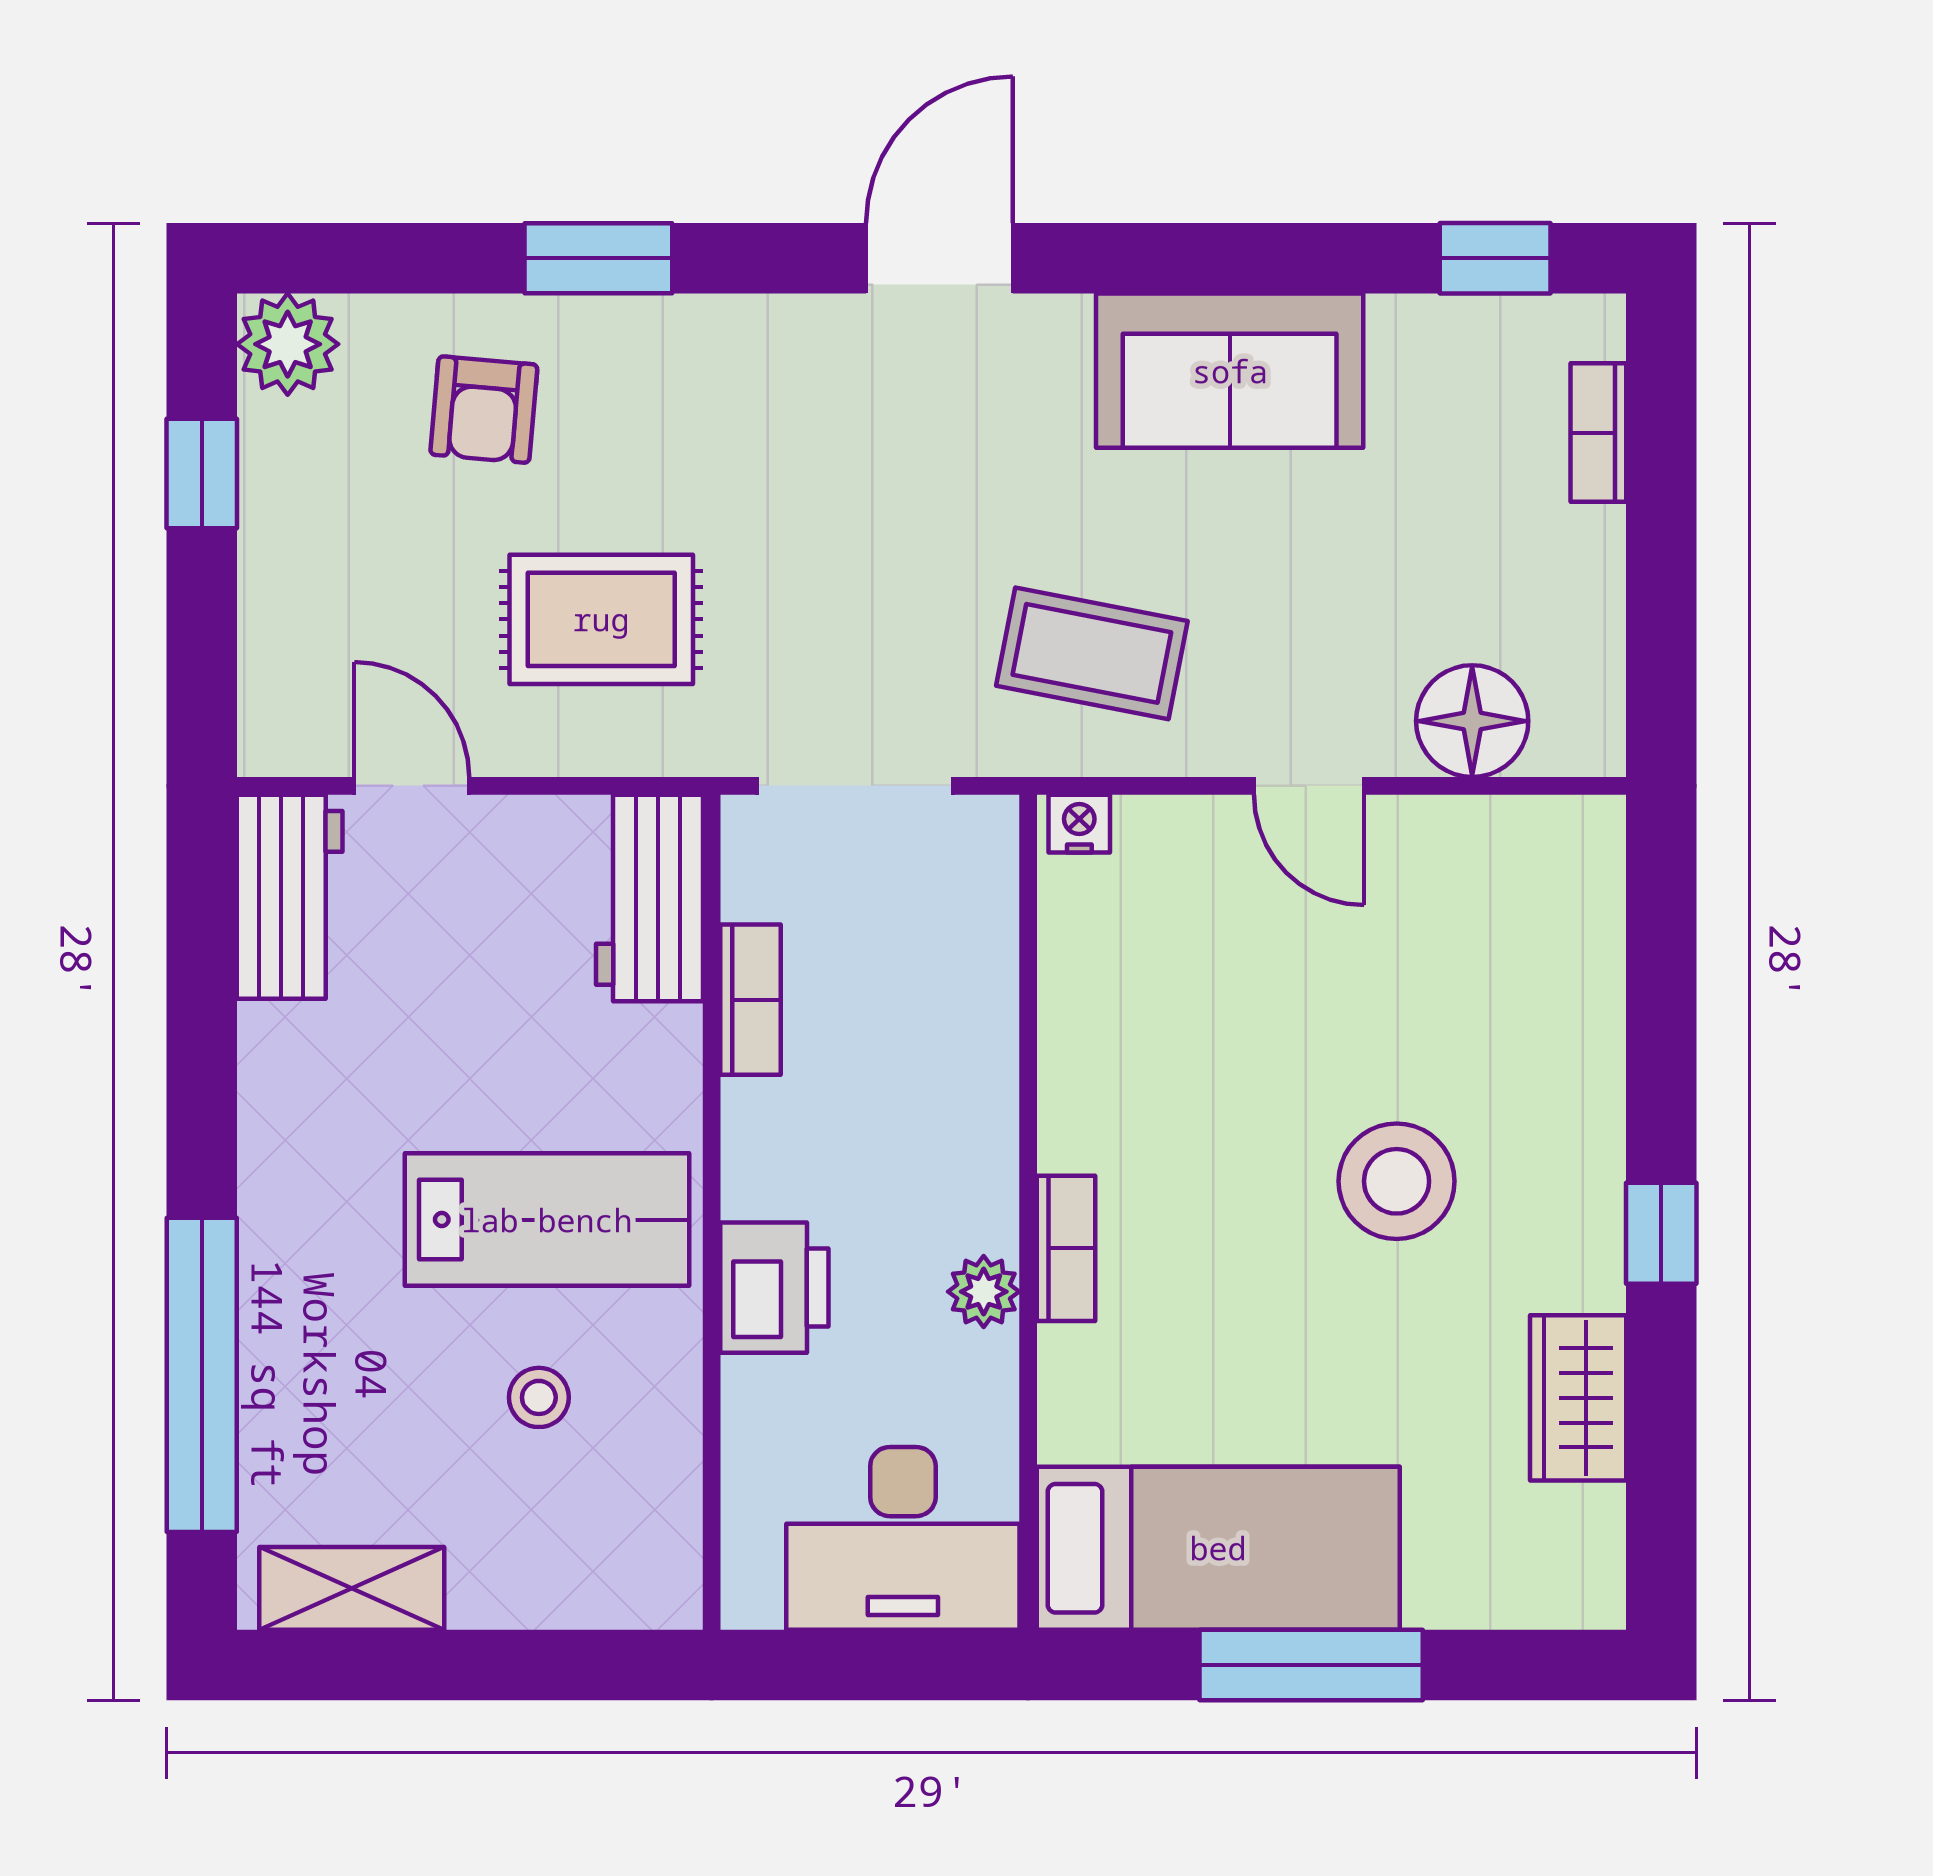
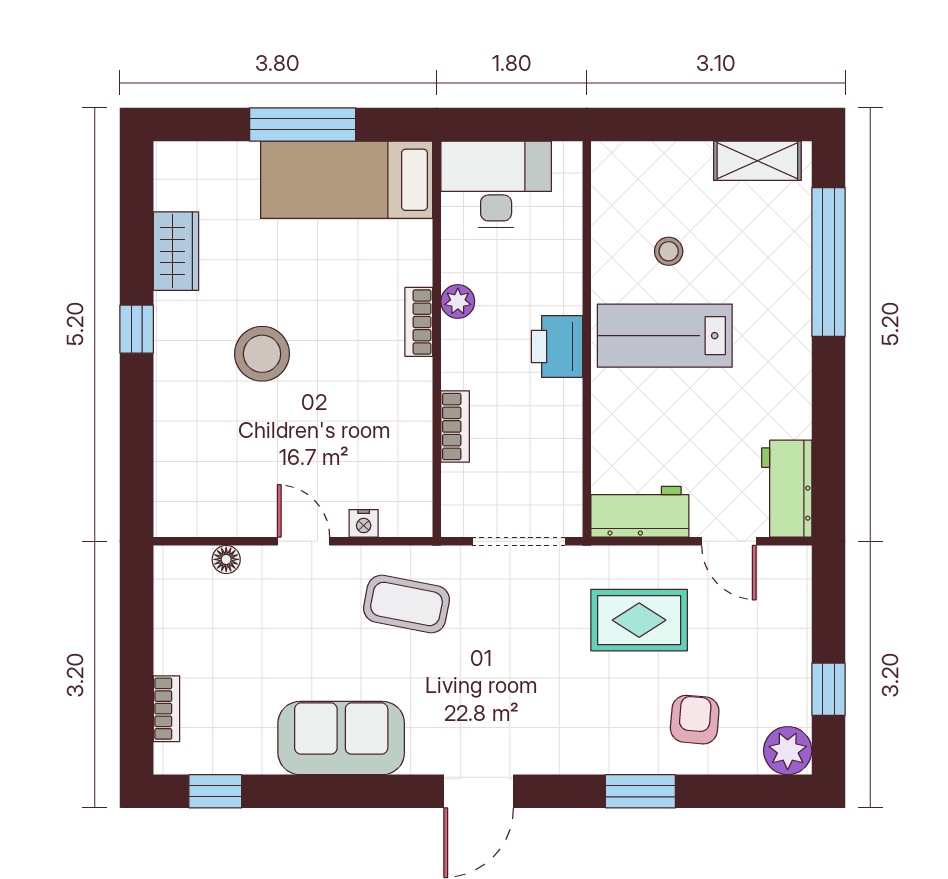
floor lamp: (1472, 721) -> (226, 559), width x0.53, depth x0.53
nightstand: (1079, 824) -> (364, 523), moved
workbench: (649, 898) -> (640, 512), moved, turned -90
bookcase: (751, 1000) -> (455, 426), moved, turned 180
printer: (774, 1288) -> (557, 347), moved

